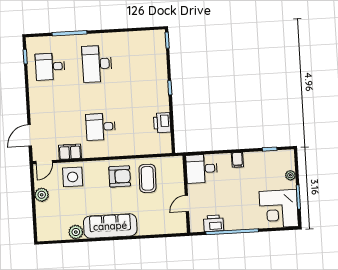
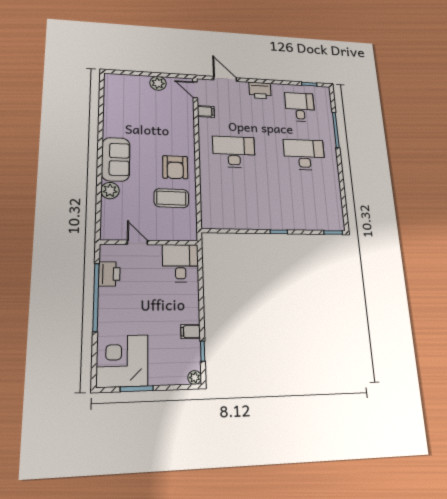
printer: (162, 123) -> (260, 90), moved, turned 180
desk: (101, 127) -> (234, 152), width x1.37
filing cabinet: (70, 152) -> (206, 111), width x0.50
filing cabinet: (237, 160) -> (191, 332), moved
plant: (290, 175) -> (195, 377), moved
side table: (73, 177) -> (177, 117), removed
sofa: (110, 226) -> (116, 159), width x0.73
plant: (76, 232) -> (110, 191), moved

